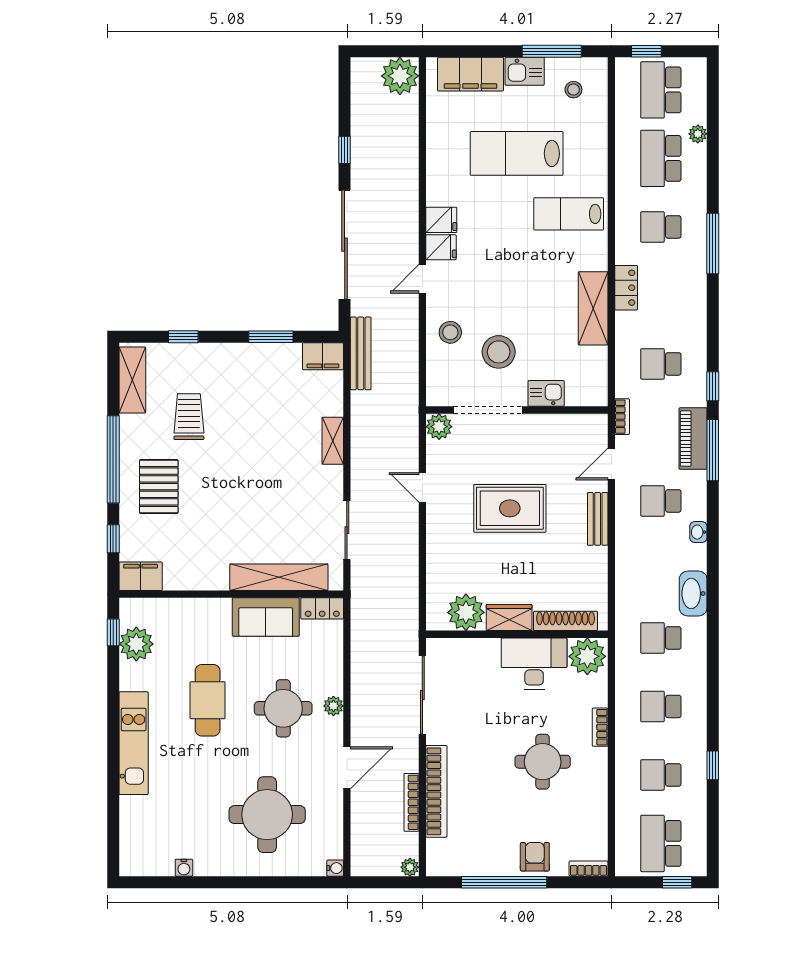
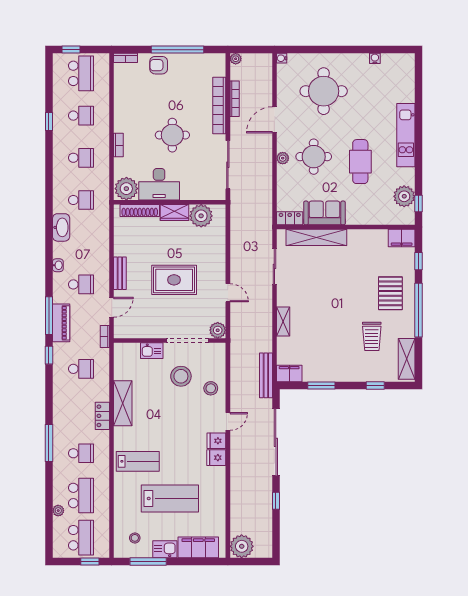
round table: (543, 762) -> (172, 135), moved
armchair: (535, 857) -> (159, 65), turned 90

